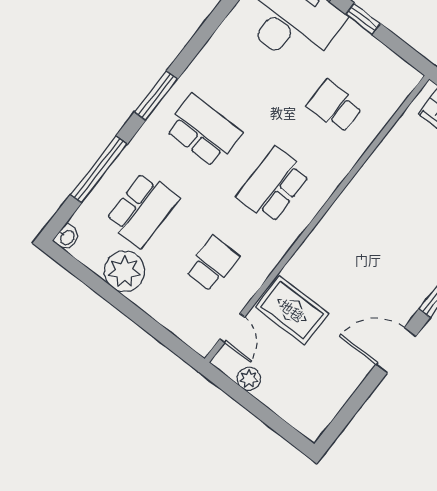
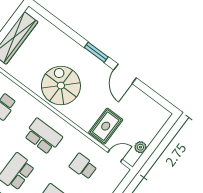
school desk: (273, 185) -> (43, 136), turned 180
spiral stairs: (374, 222) -> (61, 86), added

